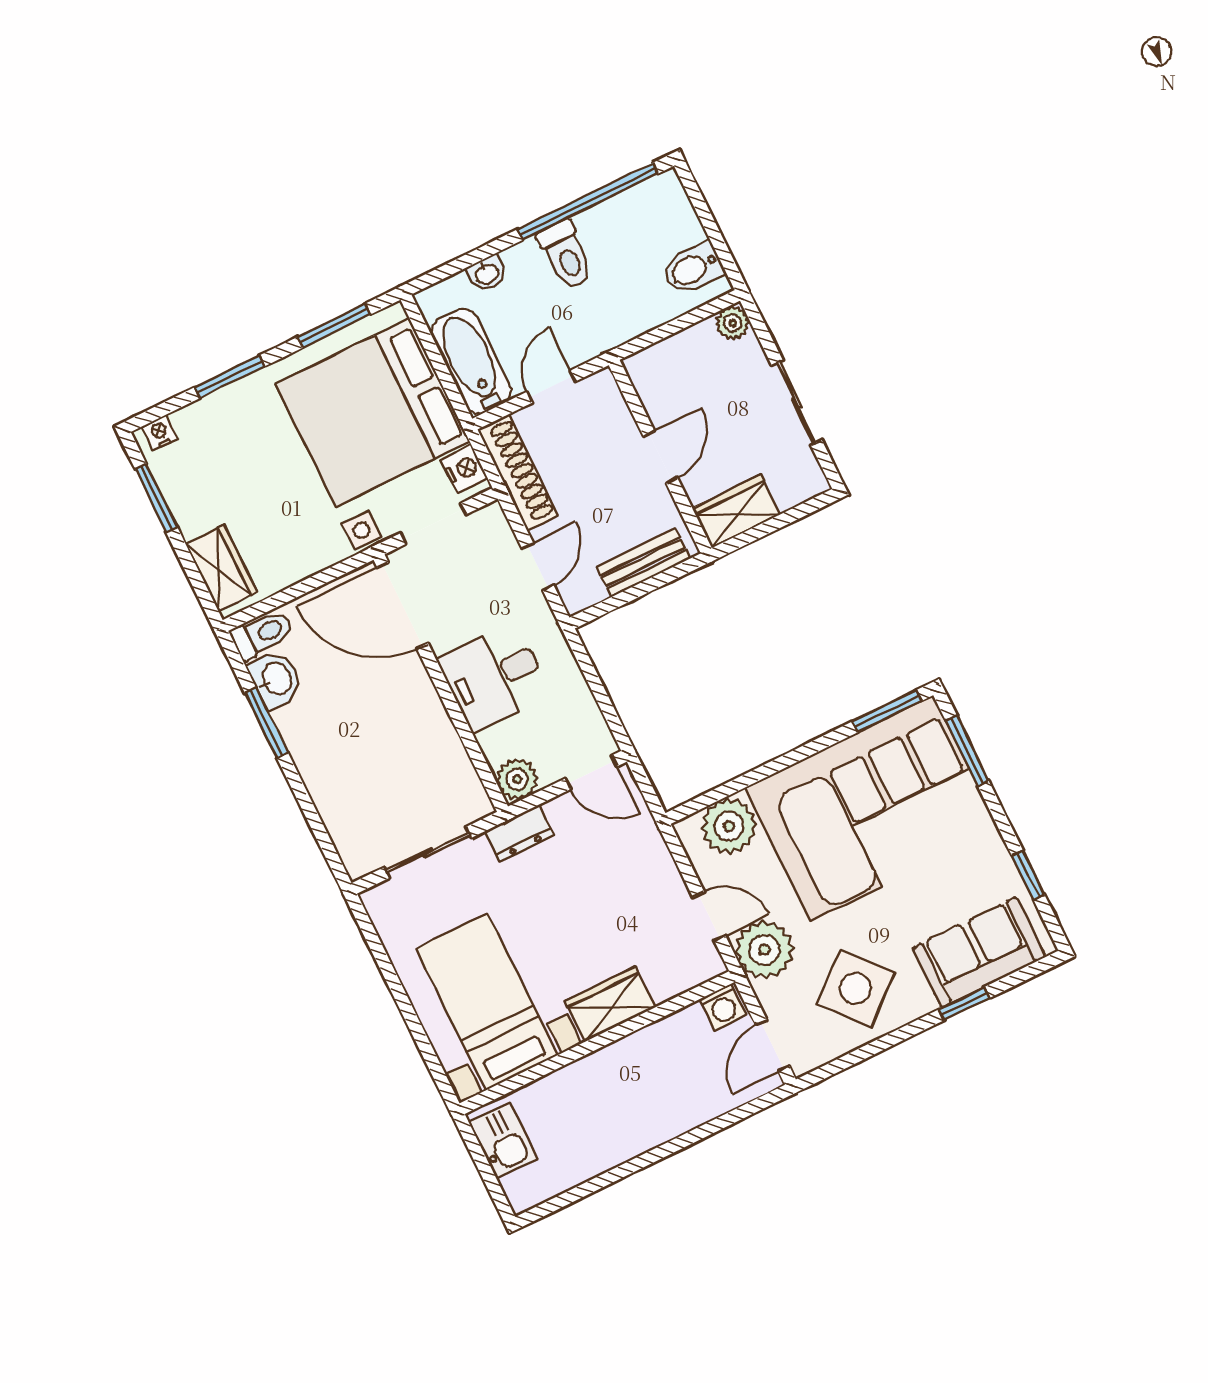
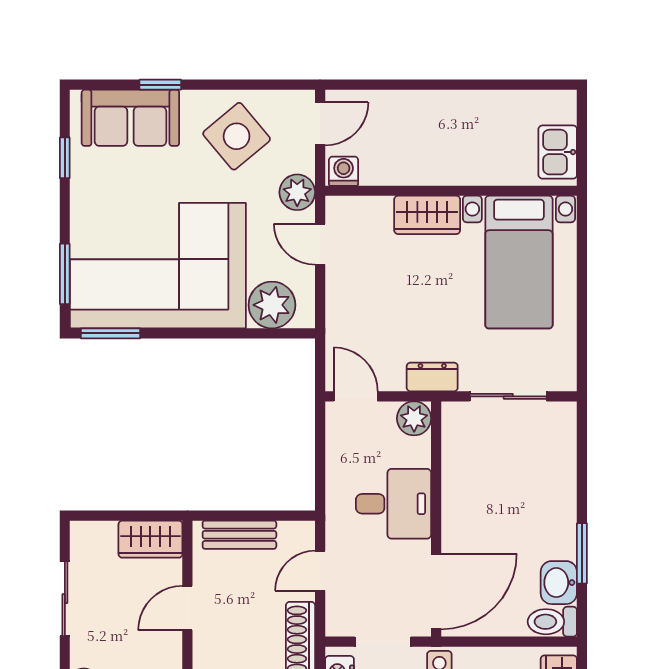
door: (403, 605) -> (436, 591), hinge flipped
plant: (765, 950) -> (297, 192), width x0.73, depth x0.73

